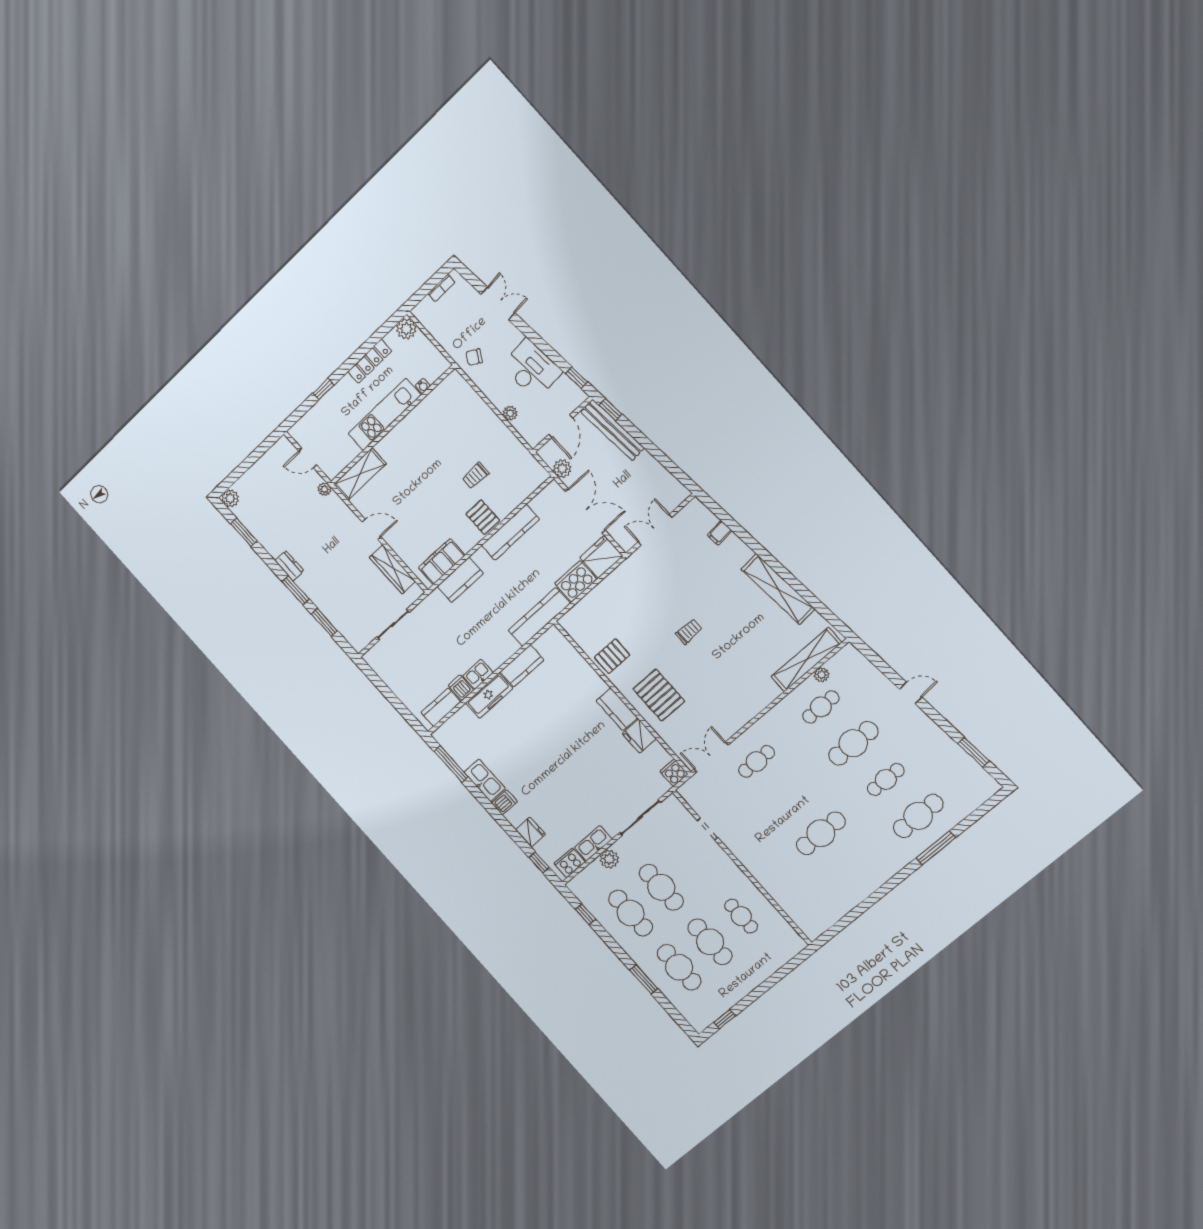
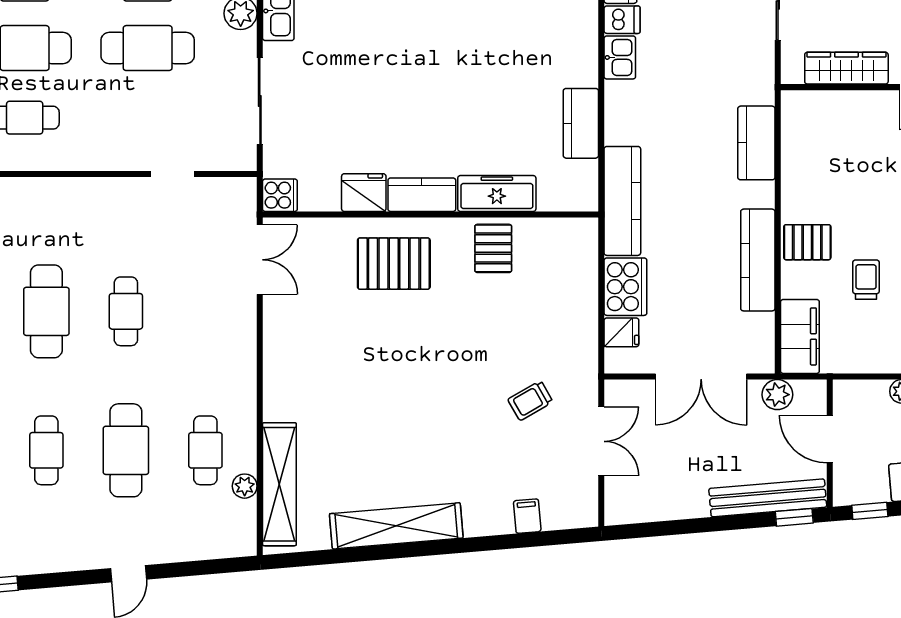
fridge: (601, 557) -> (621, 332), width x0.53, depth x0.75
filing cabinet: (442, 562) -> (800, 336), moved
trolley: (689, 631) -> (530, 401), moved, turned 60
freezer: (489, 696) -> (497, 193), moved, turned 90
cafe table: (757, 761) -> (126, 311), moved

